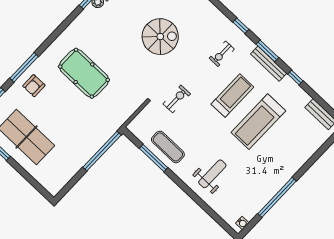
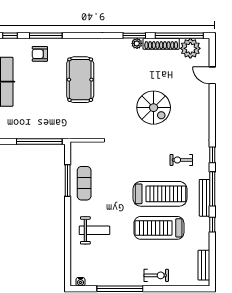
window: (267, 51) -> (212, 189), width x1.44
treadmill: (232, 96) -> (160, 194), width x1.37, depth x1.38
exercise bike: (177, 99) -> (156, 275), moved

